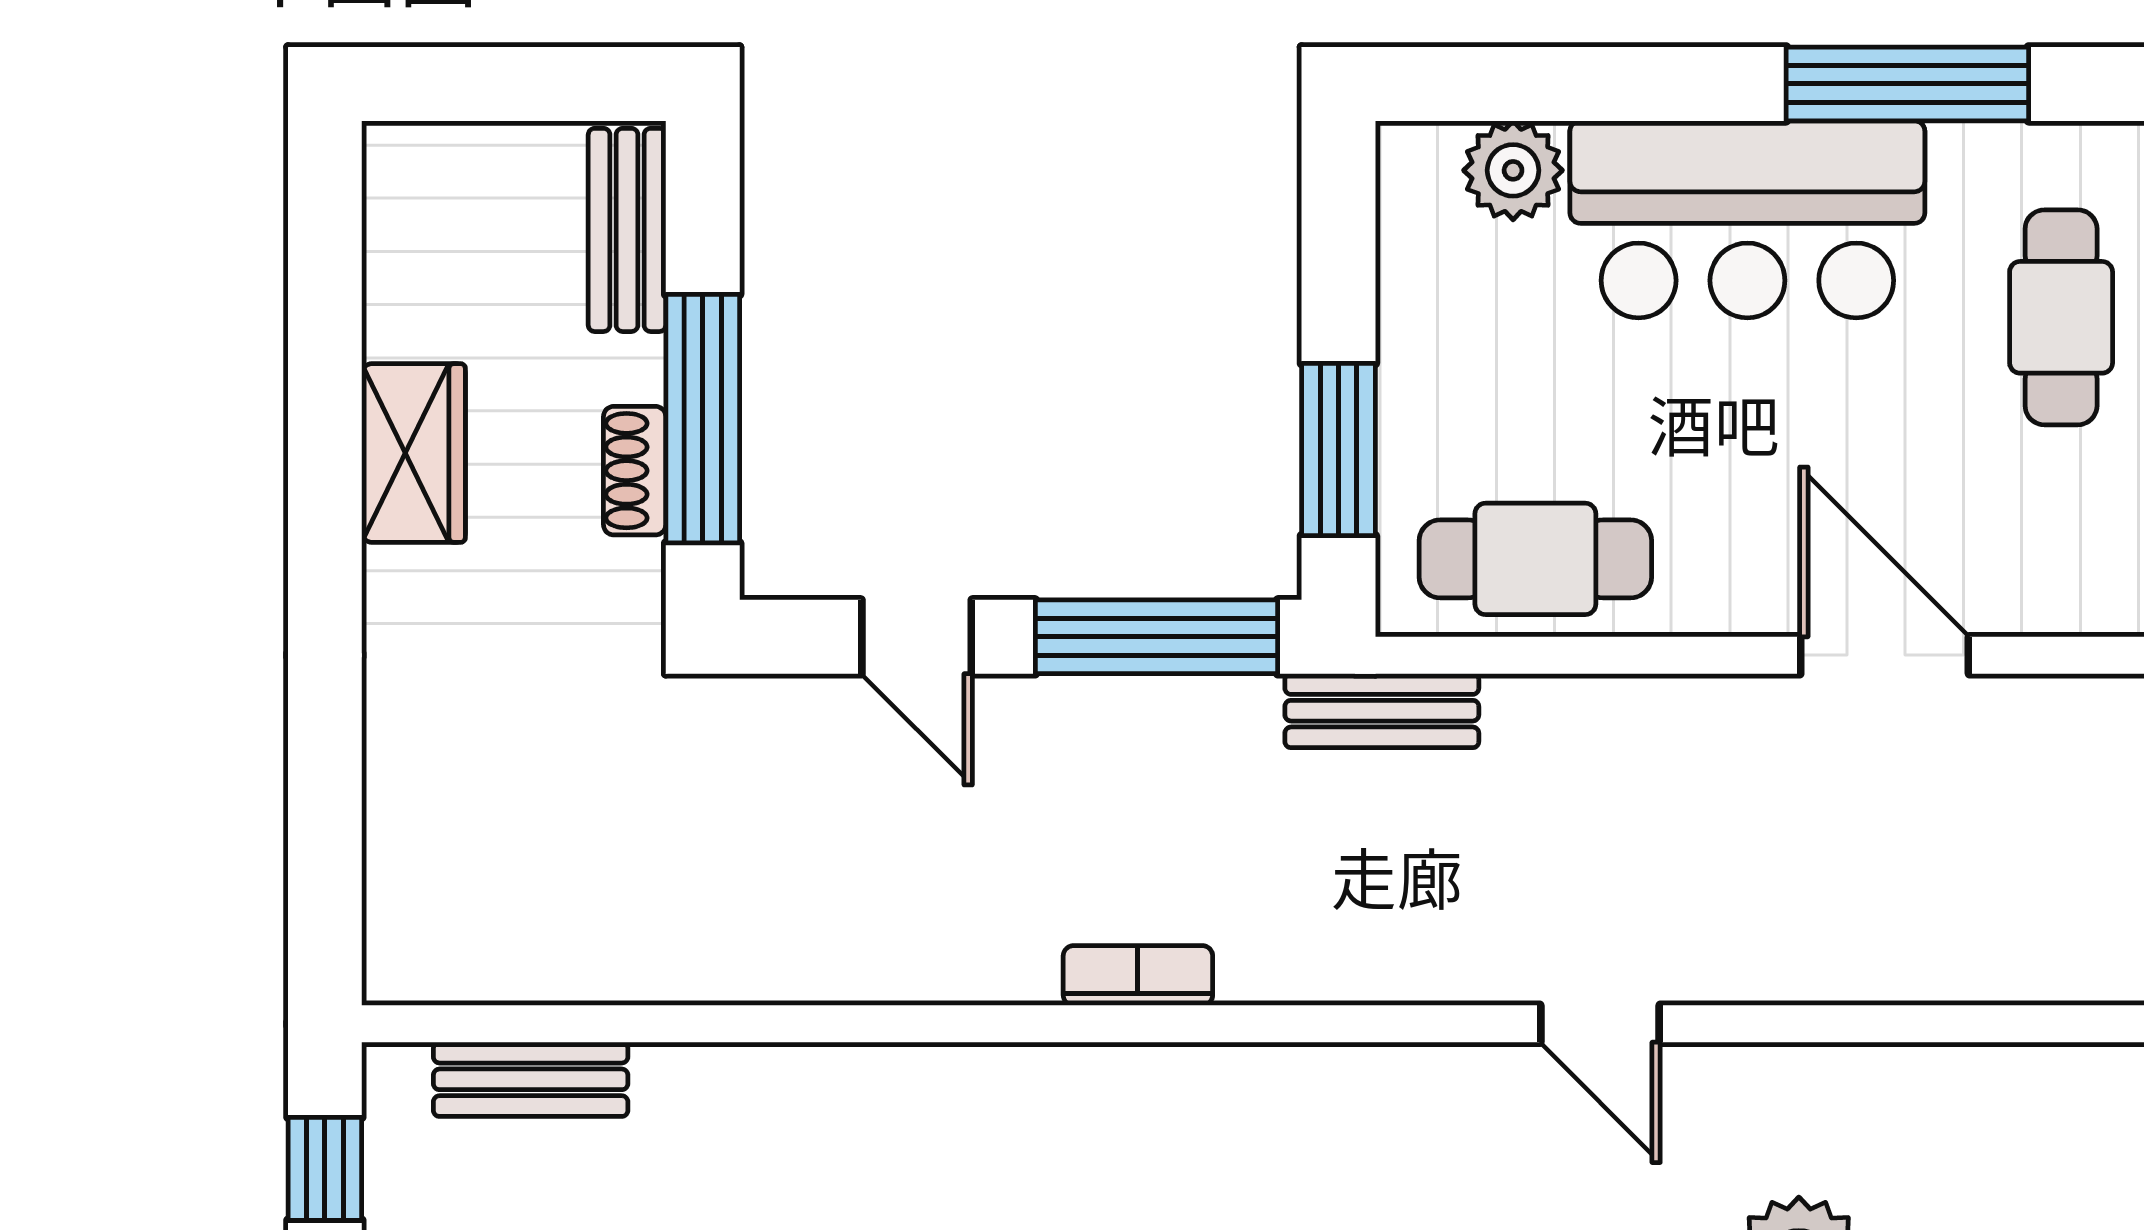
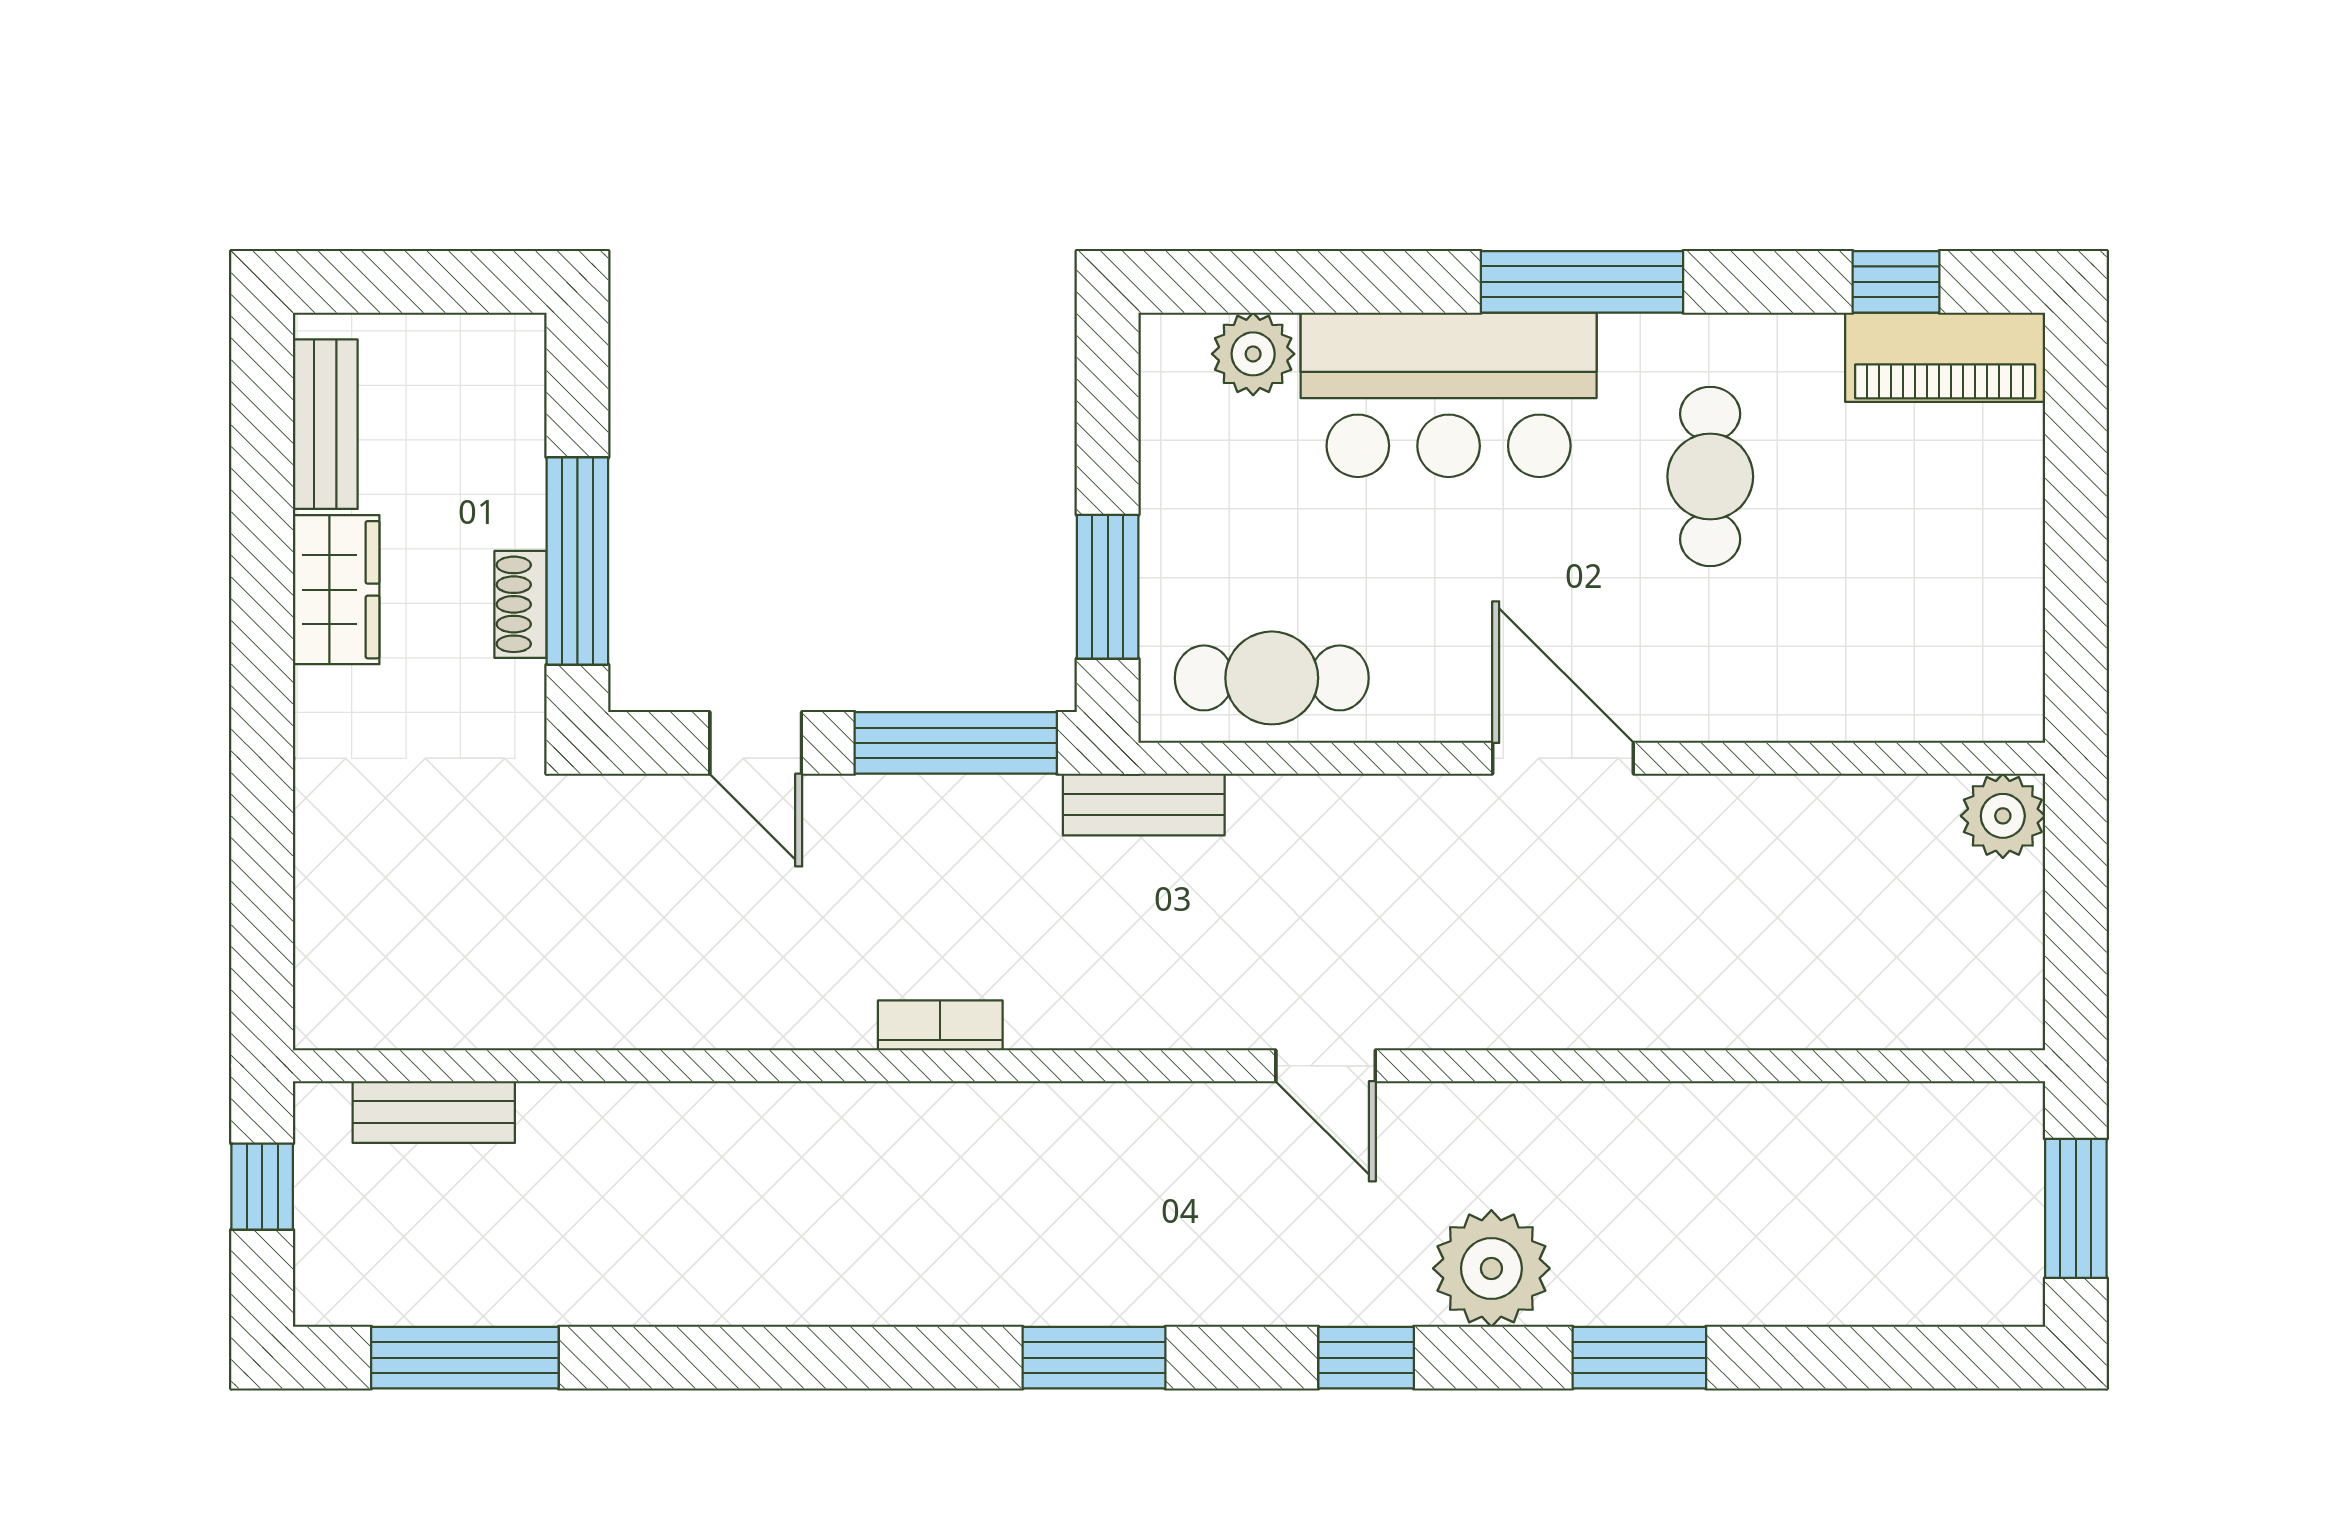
bench: (627, 230) -> (325, 424), moved

